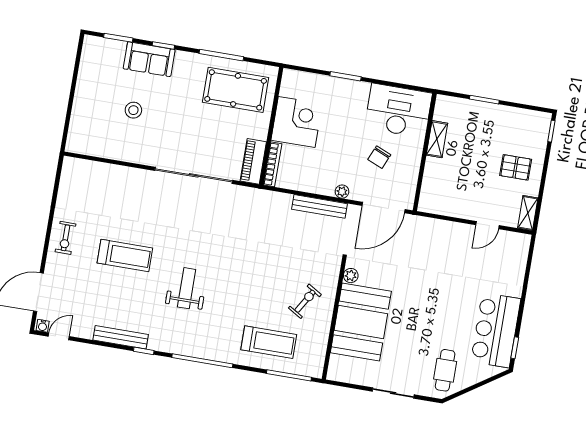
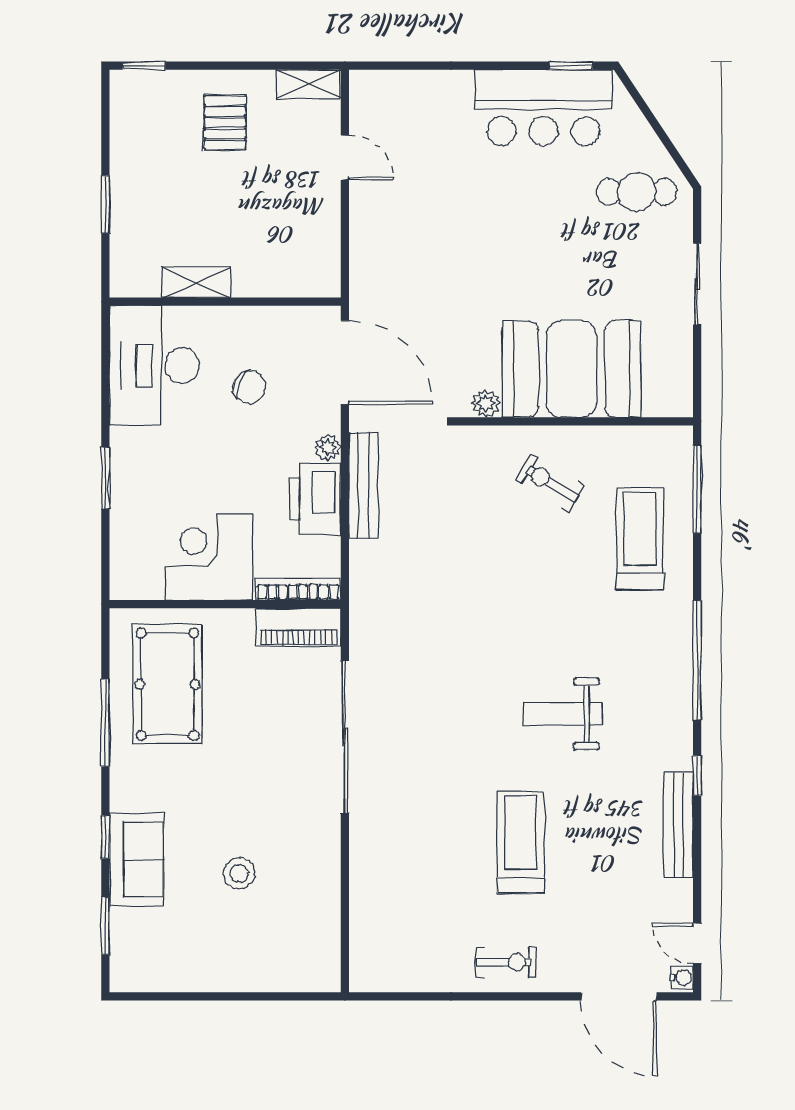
printer: (317, 181) -> (315, 499), added

